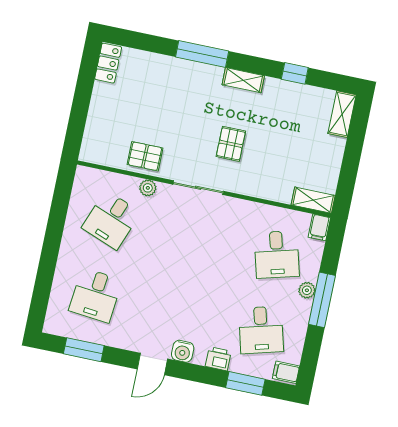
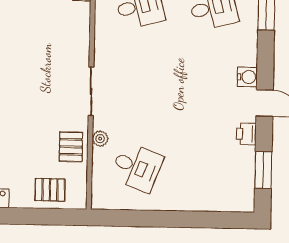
pallet: (231, 144) -> (50, 190), moved
desk: (96, 295) -> (210, 169), removed
printer: (218, 359) -> (246, 134), moved

